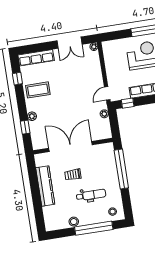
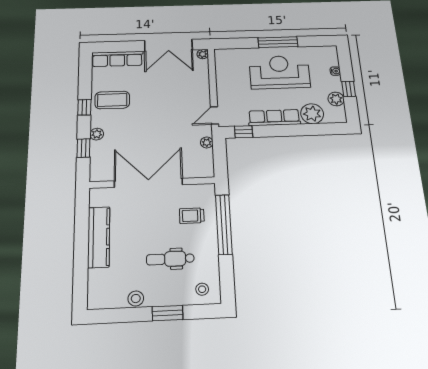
double door: (69, 43) -> (168, 45), width x1.37
window: (17, 79) -> (84, 107), moved
trolley: (73, 175) -> (192, 216), moved
dental chair: (91, 195) -> (170, 259), turned 180
window: (94, 228) -> (168, 313), width x0.47

